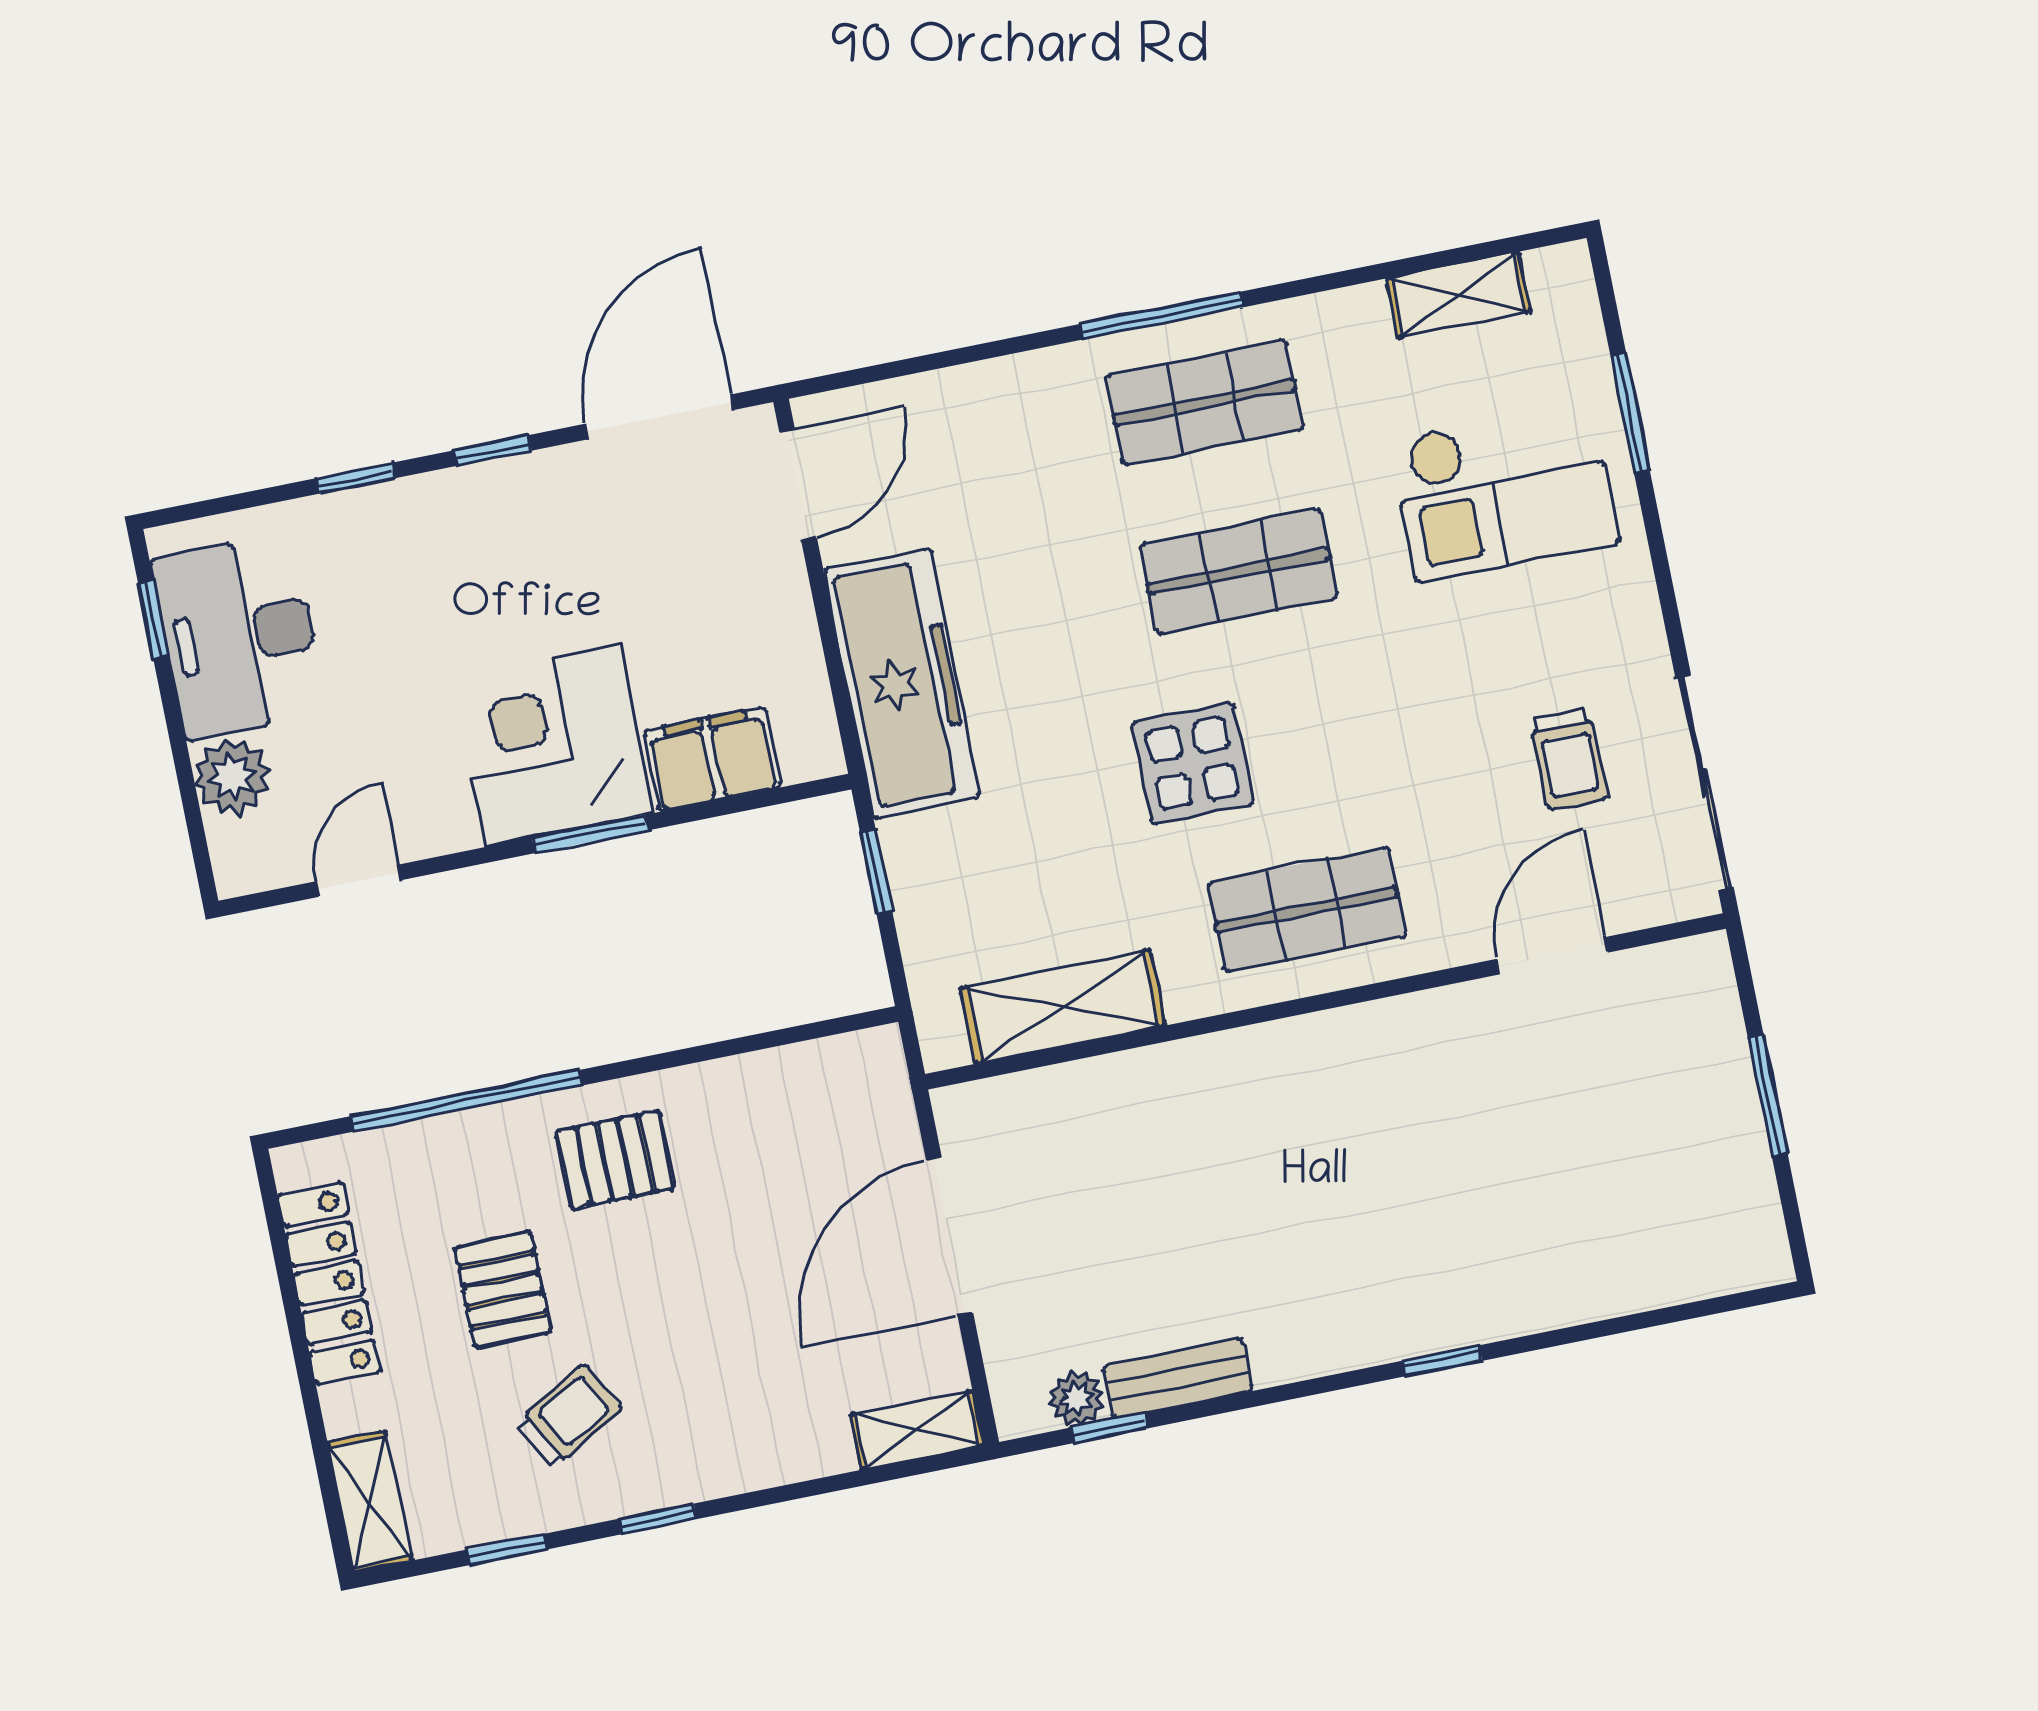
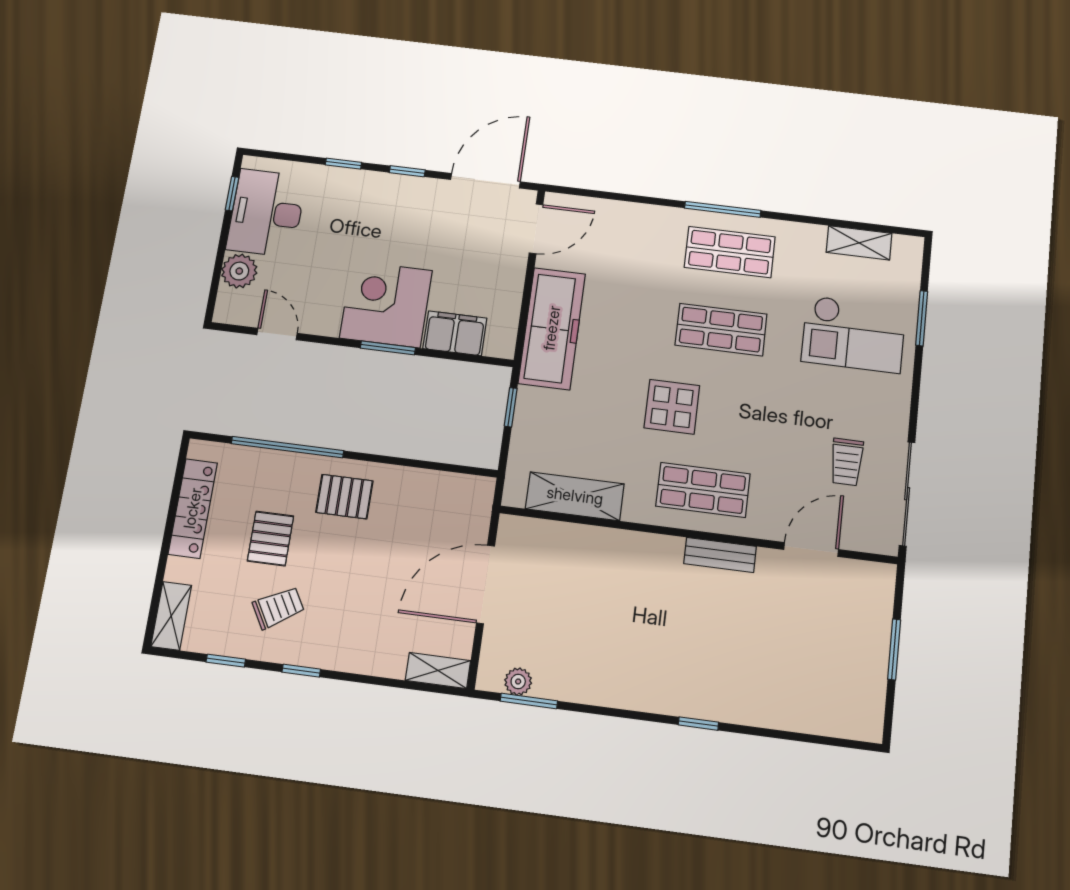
door: (358, 881) -> (277, 334), hinge flipped
bench: (1178, 1378) -> (720, 555), moved
window: (1109, 1428) -> (529, 701), width x1.50

